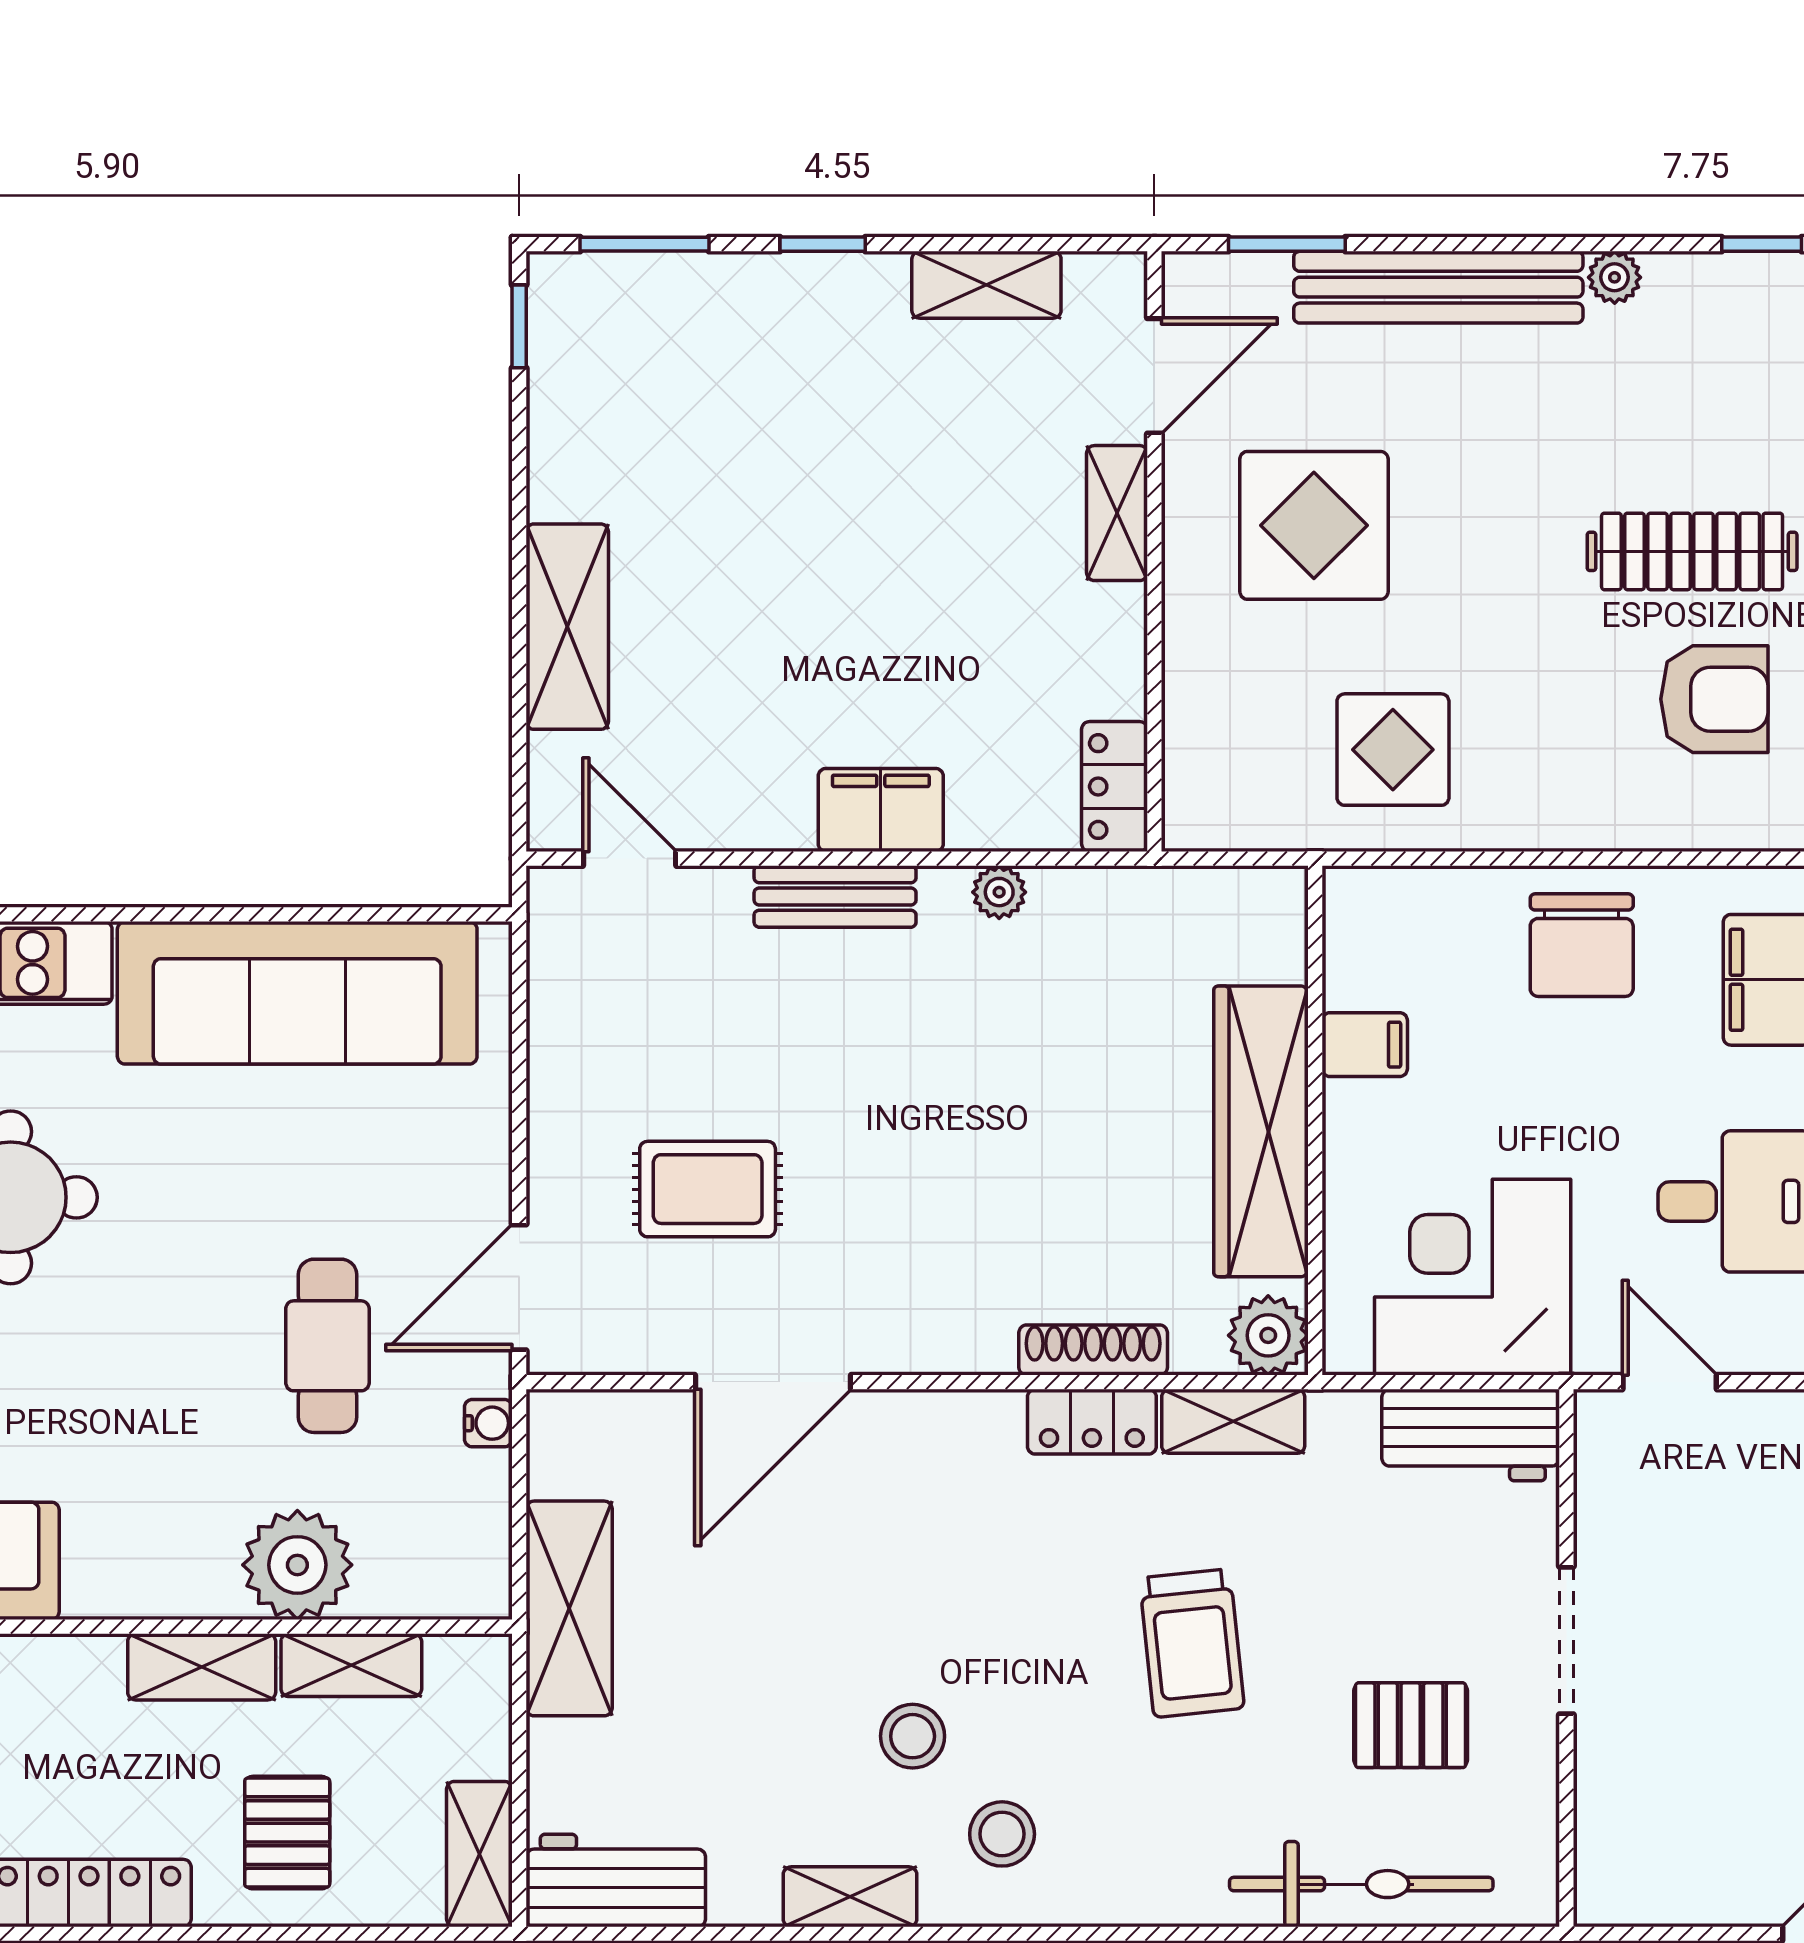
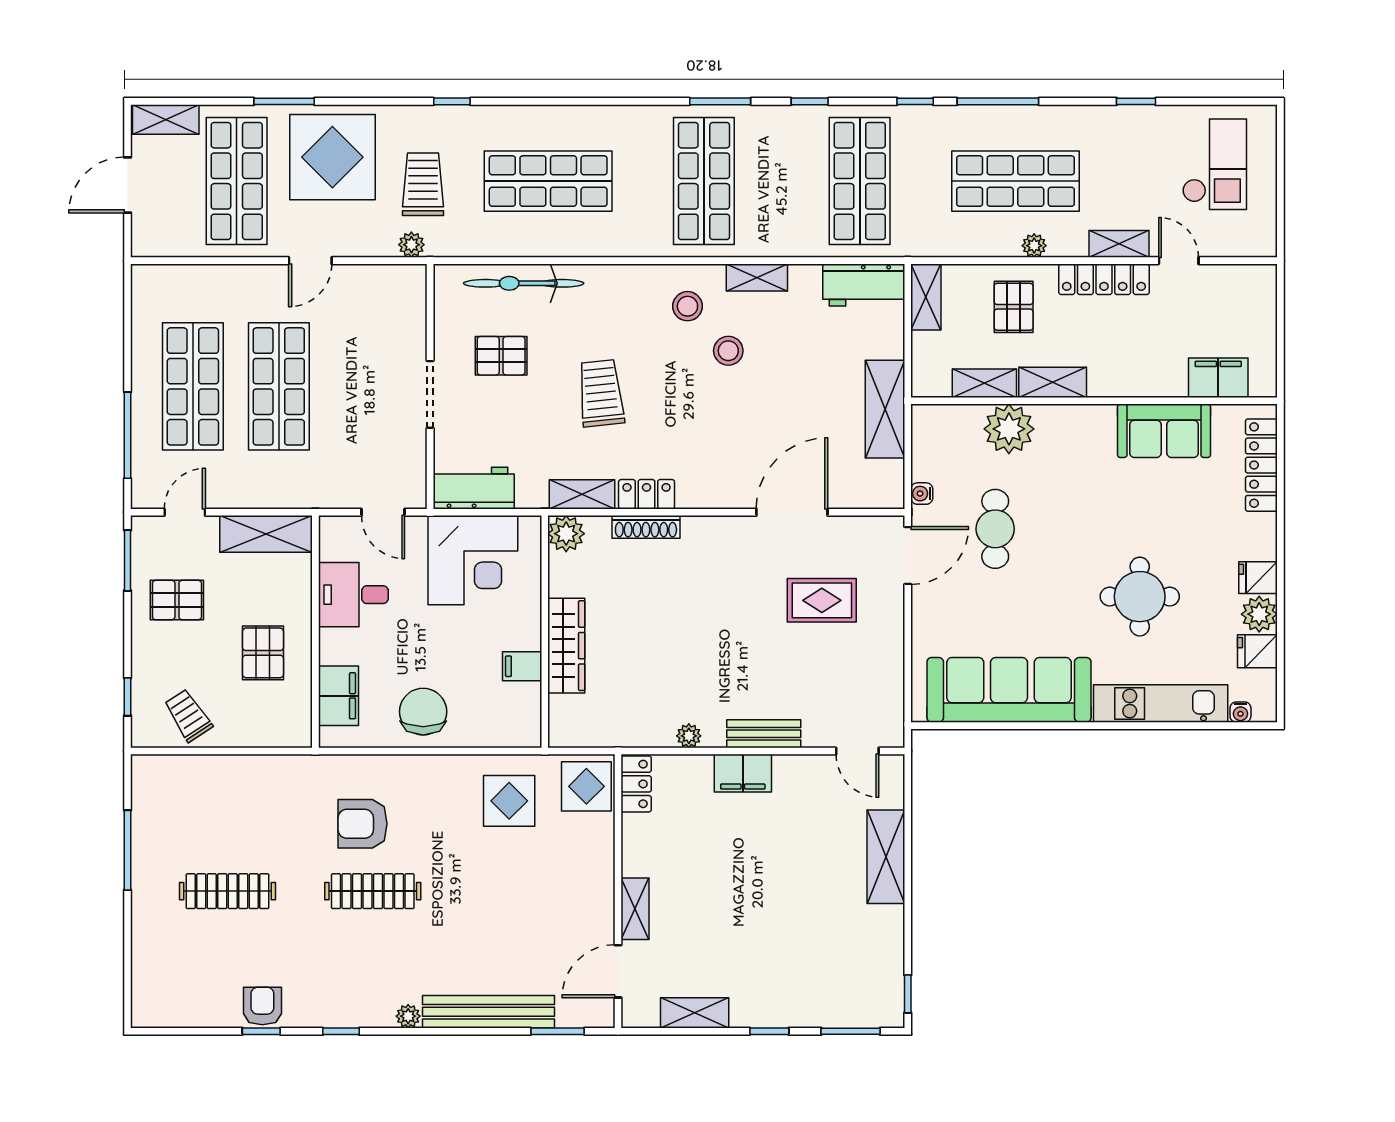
display table: (1314, 525) -> (586, 786), moved, width x0.73, depth x0.73
wardrobe: (1261, 1131) -> (566, 646), width x0.71, depth x0.85

